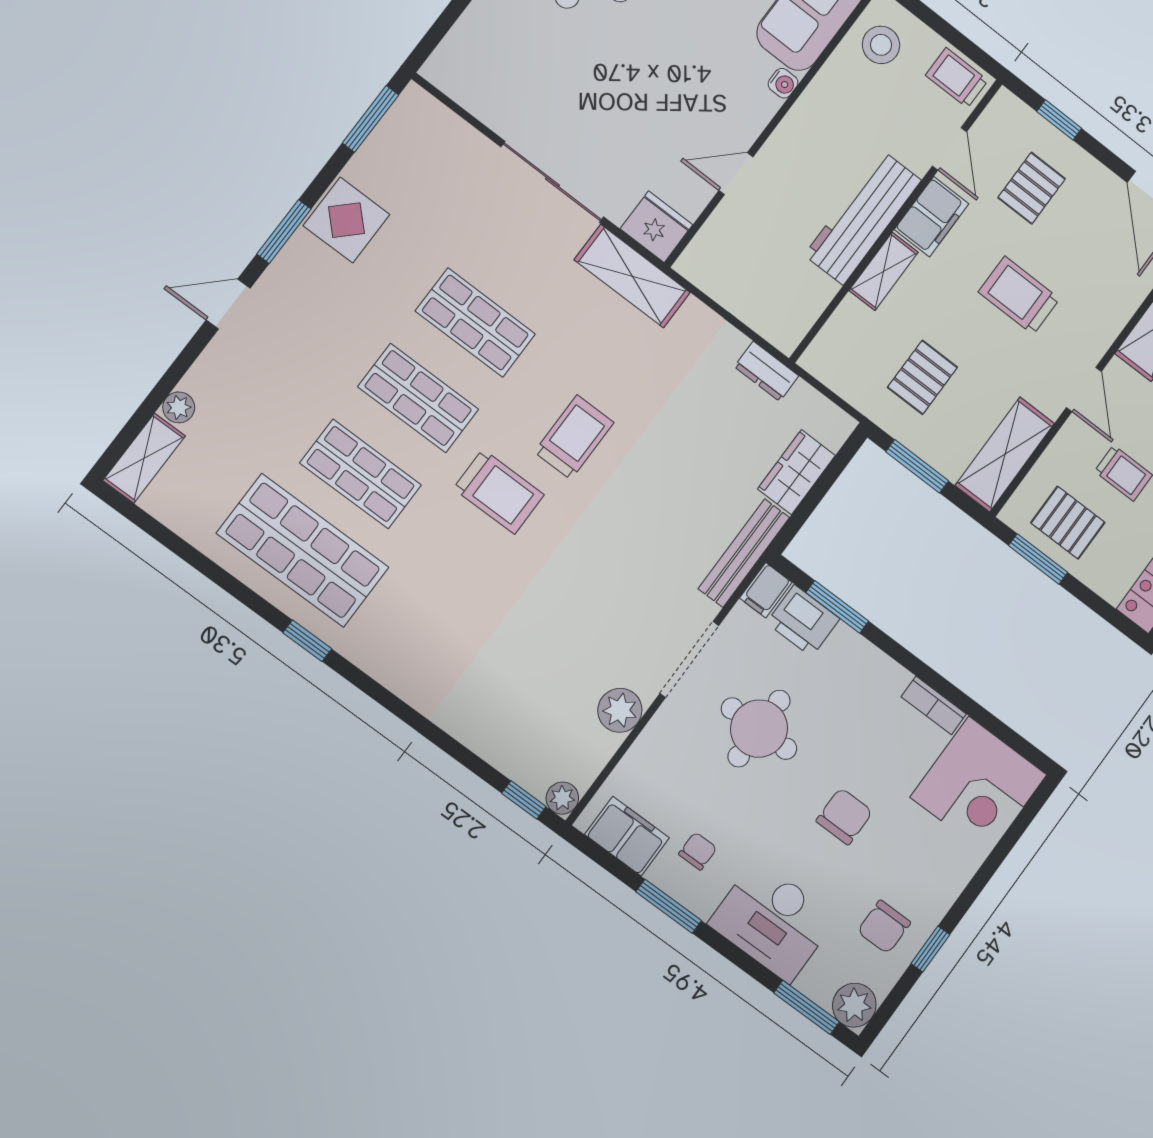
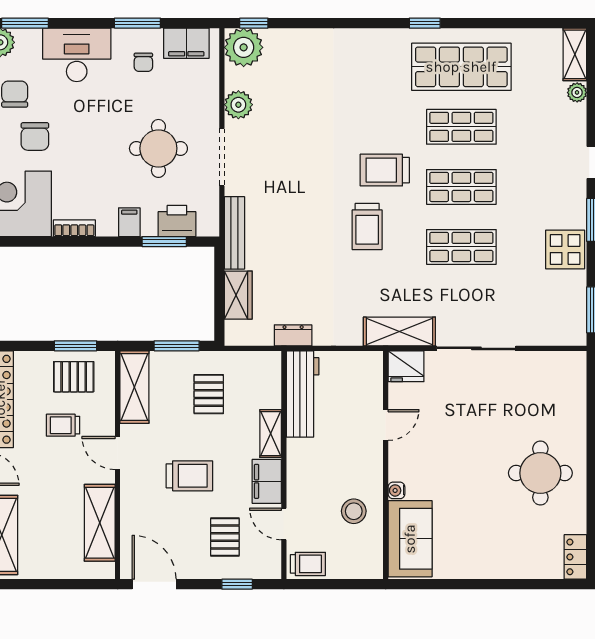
stool: (881, 45) -> (354, 511), moved
workbench: (863, 218) -> (303, 394), moved
filing cabinet: (766, 590) -> (129, 222), moved
plant: (562, 798) -> (244, 47), width x1.88, depth x1.88
chair: (844, 816) -> (35, 136), moved

